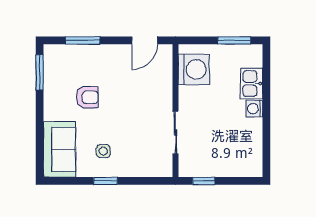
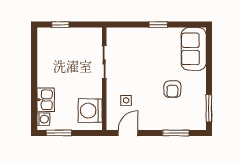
armchair: (87, 97) -> (172, 89), turned -90
washing machine: (254, 109) -> (43, 119), moved
side table: (103, 151) -> (126, 100), moved
window: (204, 181) -> (60, 25), moved

